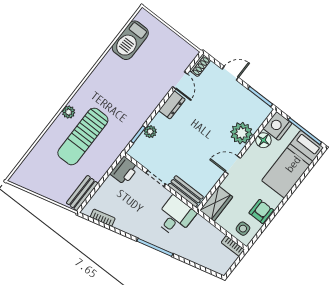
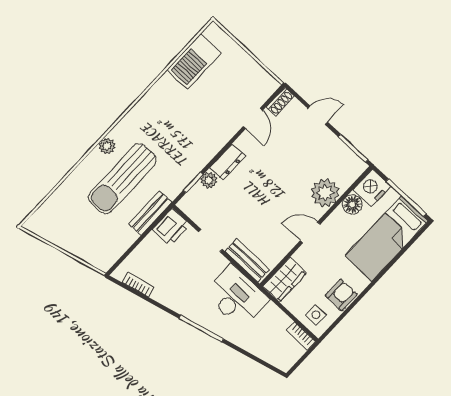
dresser: (172, 105) -> (227, 162), moved
bench: (82, 193) -> (150, 213), moved
desk: (175, 216) -> (236, 296), width x1.37

